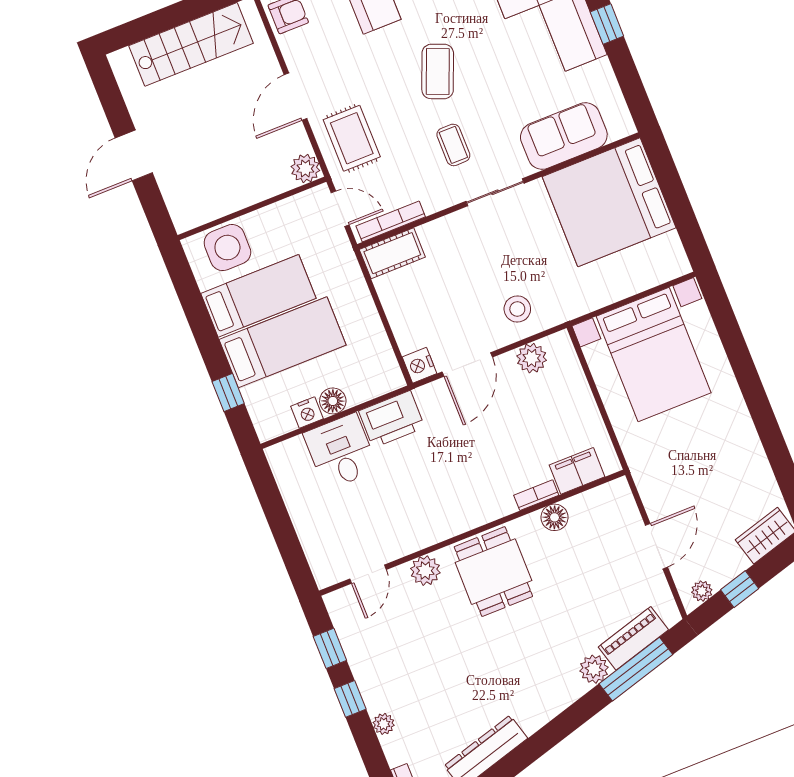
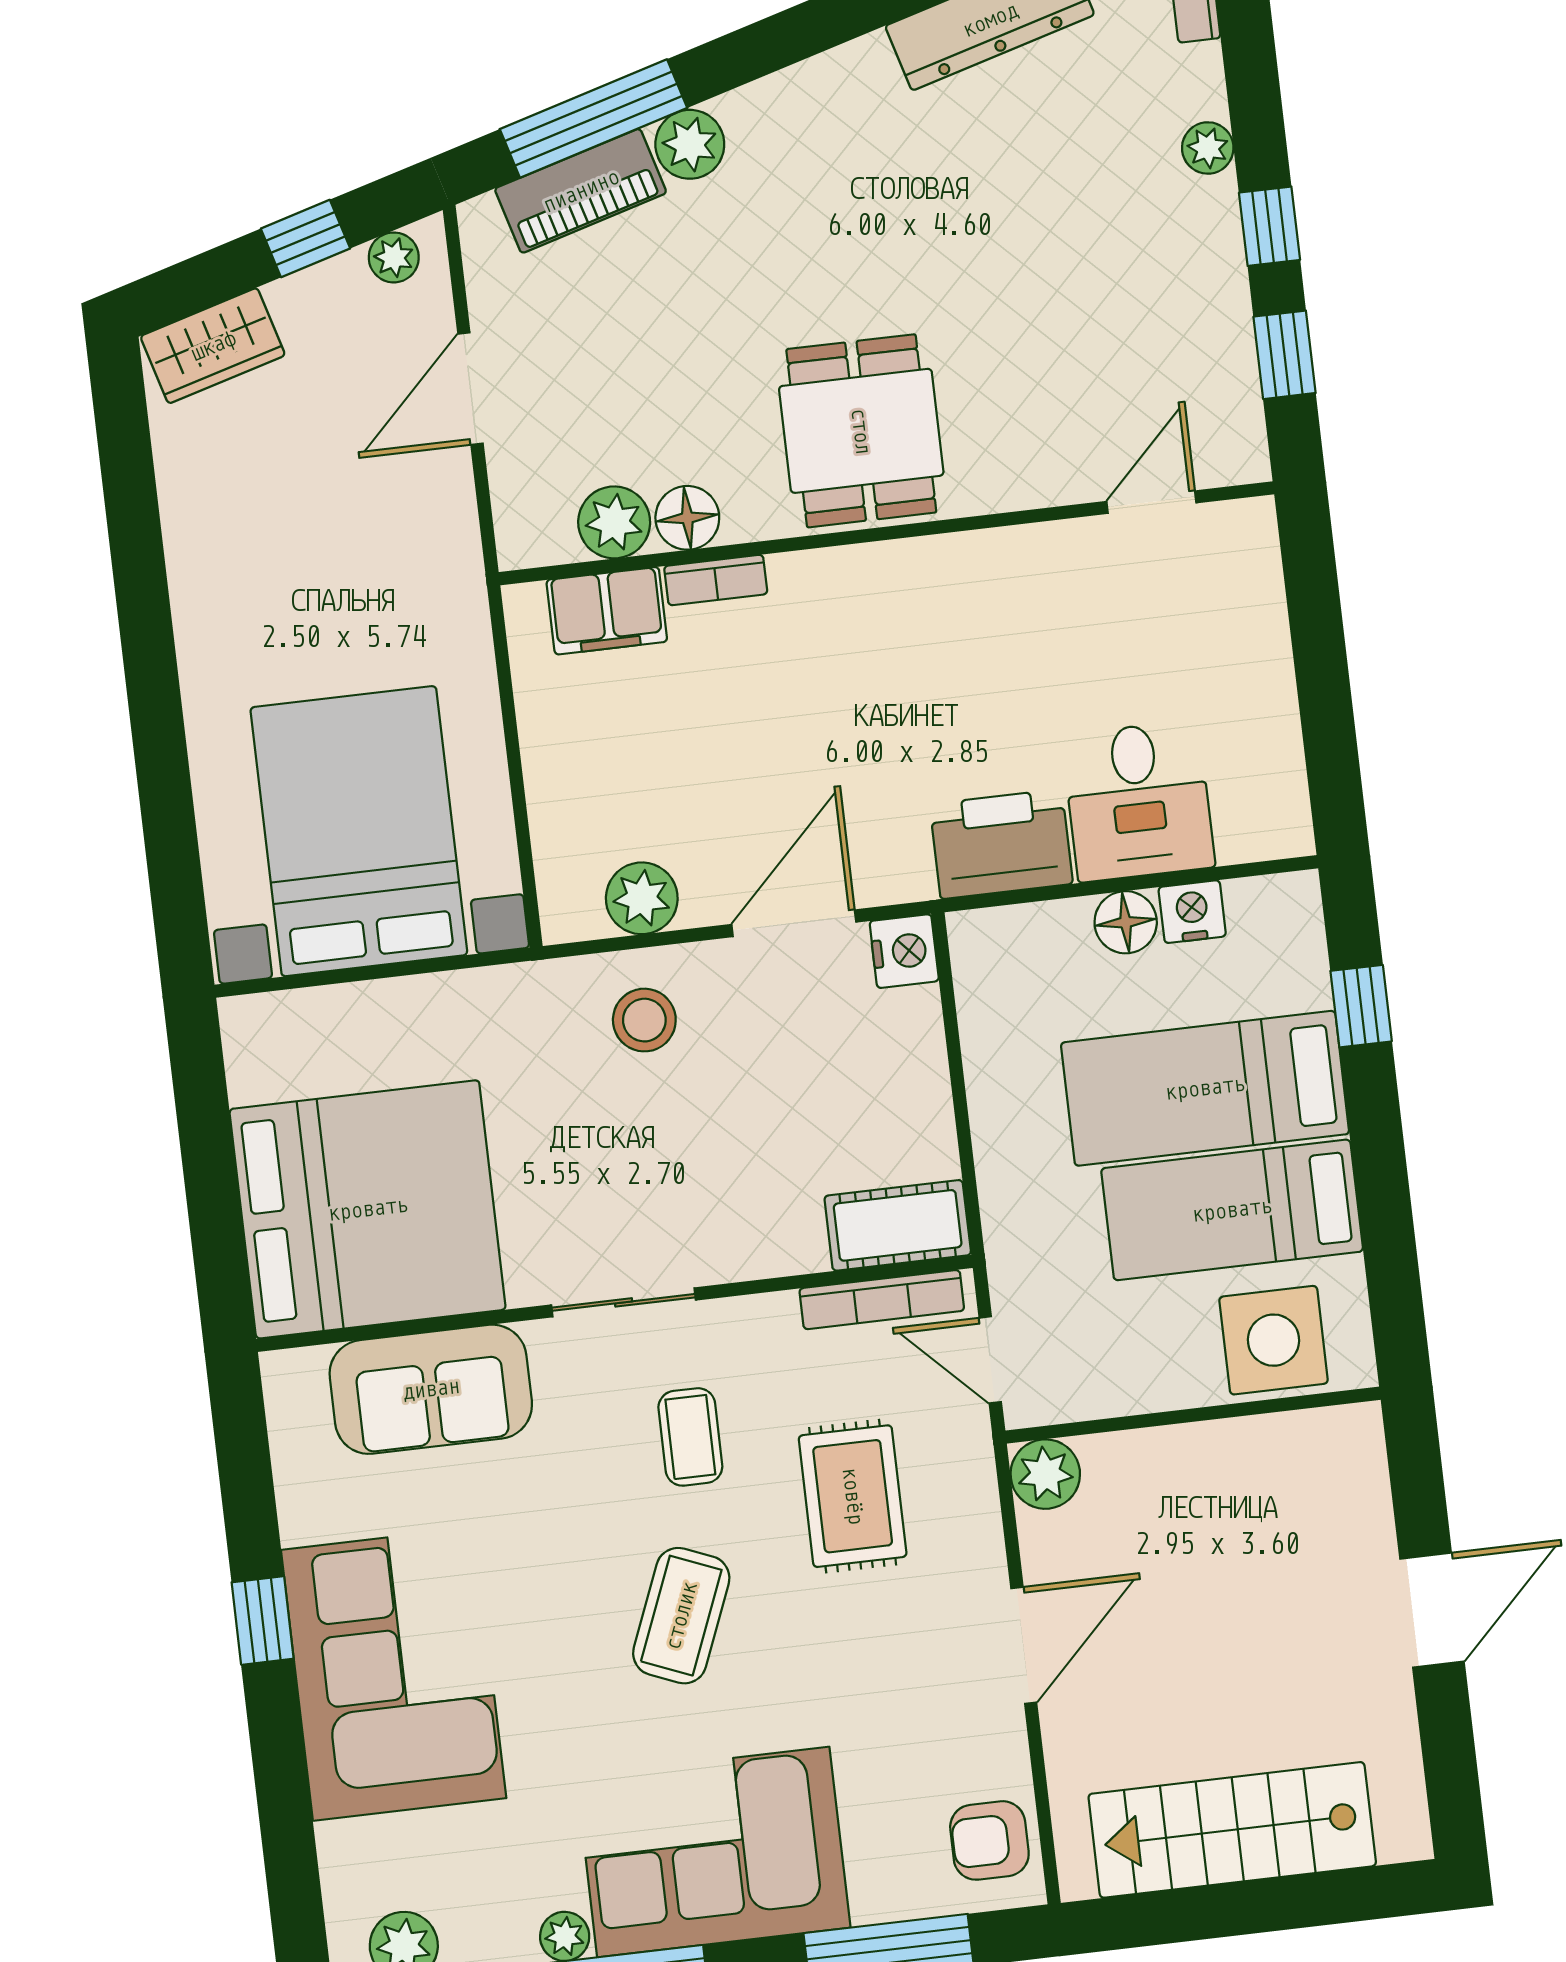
rug: (352, 138) -> (853, 1496), moved
plant: (425, 571) -> (614, 522), moved

